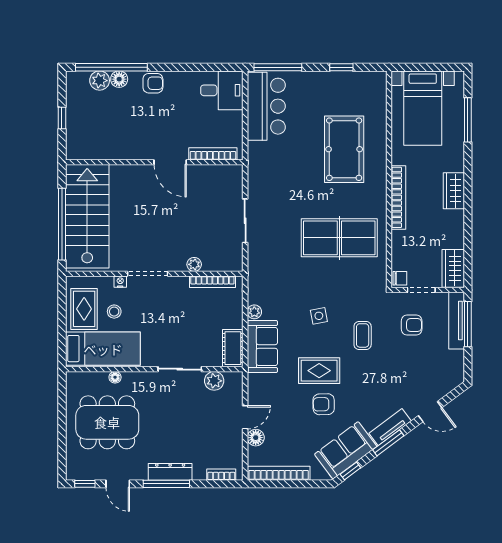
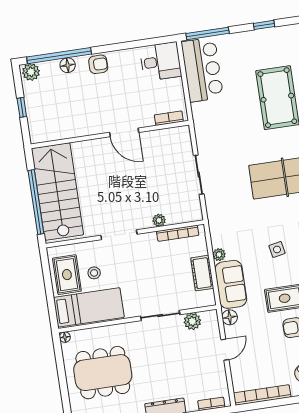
plant: (100, 81) -> (31, 72), moved
bookcase: (213, 154) -> (169, 118), width x0.64
nightstand: (120, 282) -> (95, 245), removed
cot: (233, 348) -> (202, 273), moved
floor lamp: (115, 377) -> (65, 337), moved
floor lamp: (256, 438) -> (230, 317), moved

